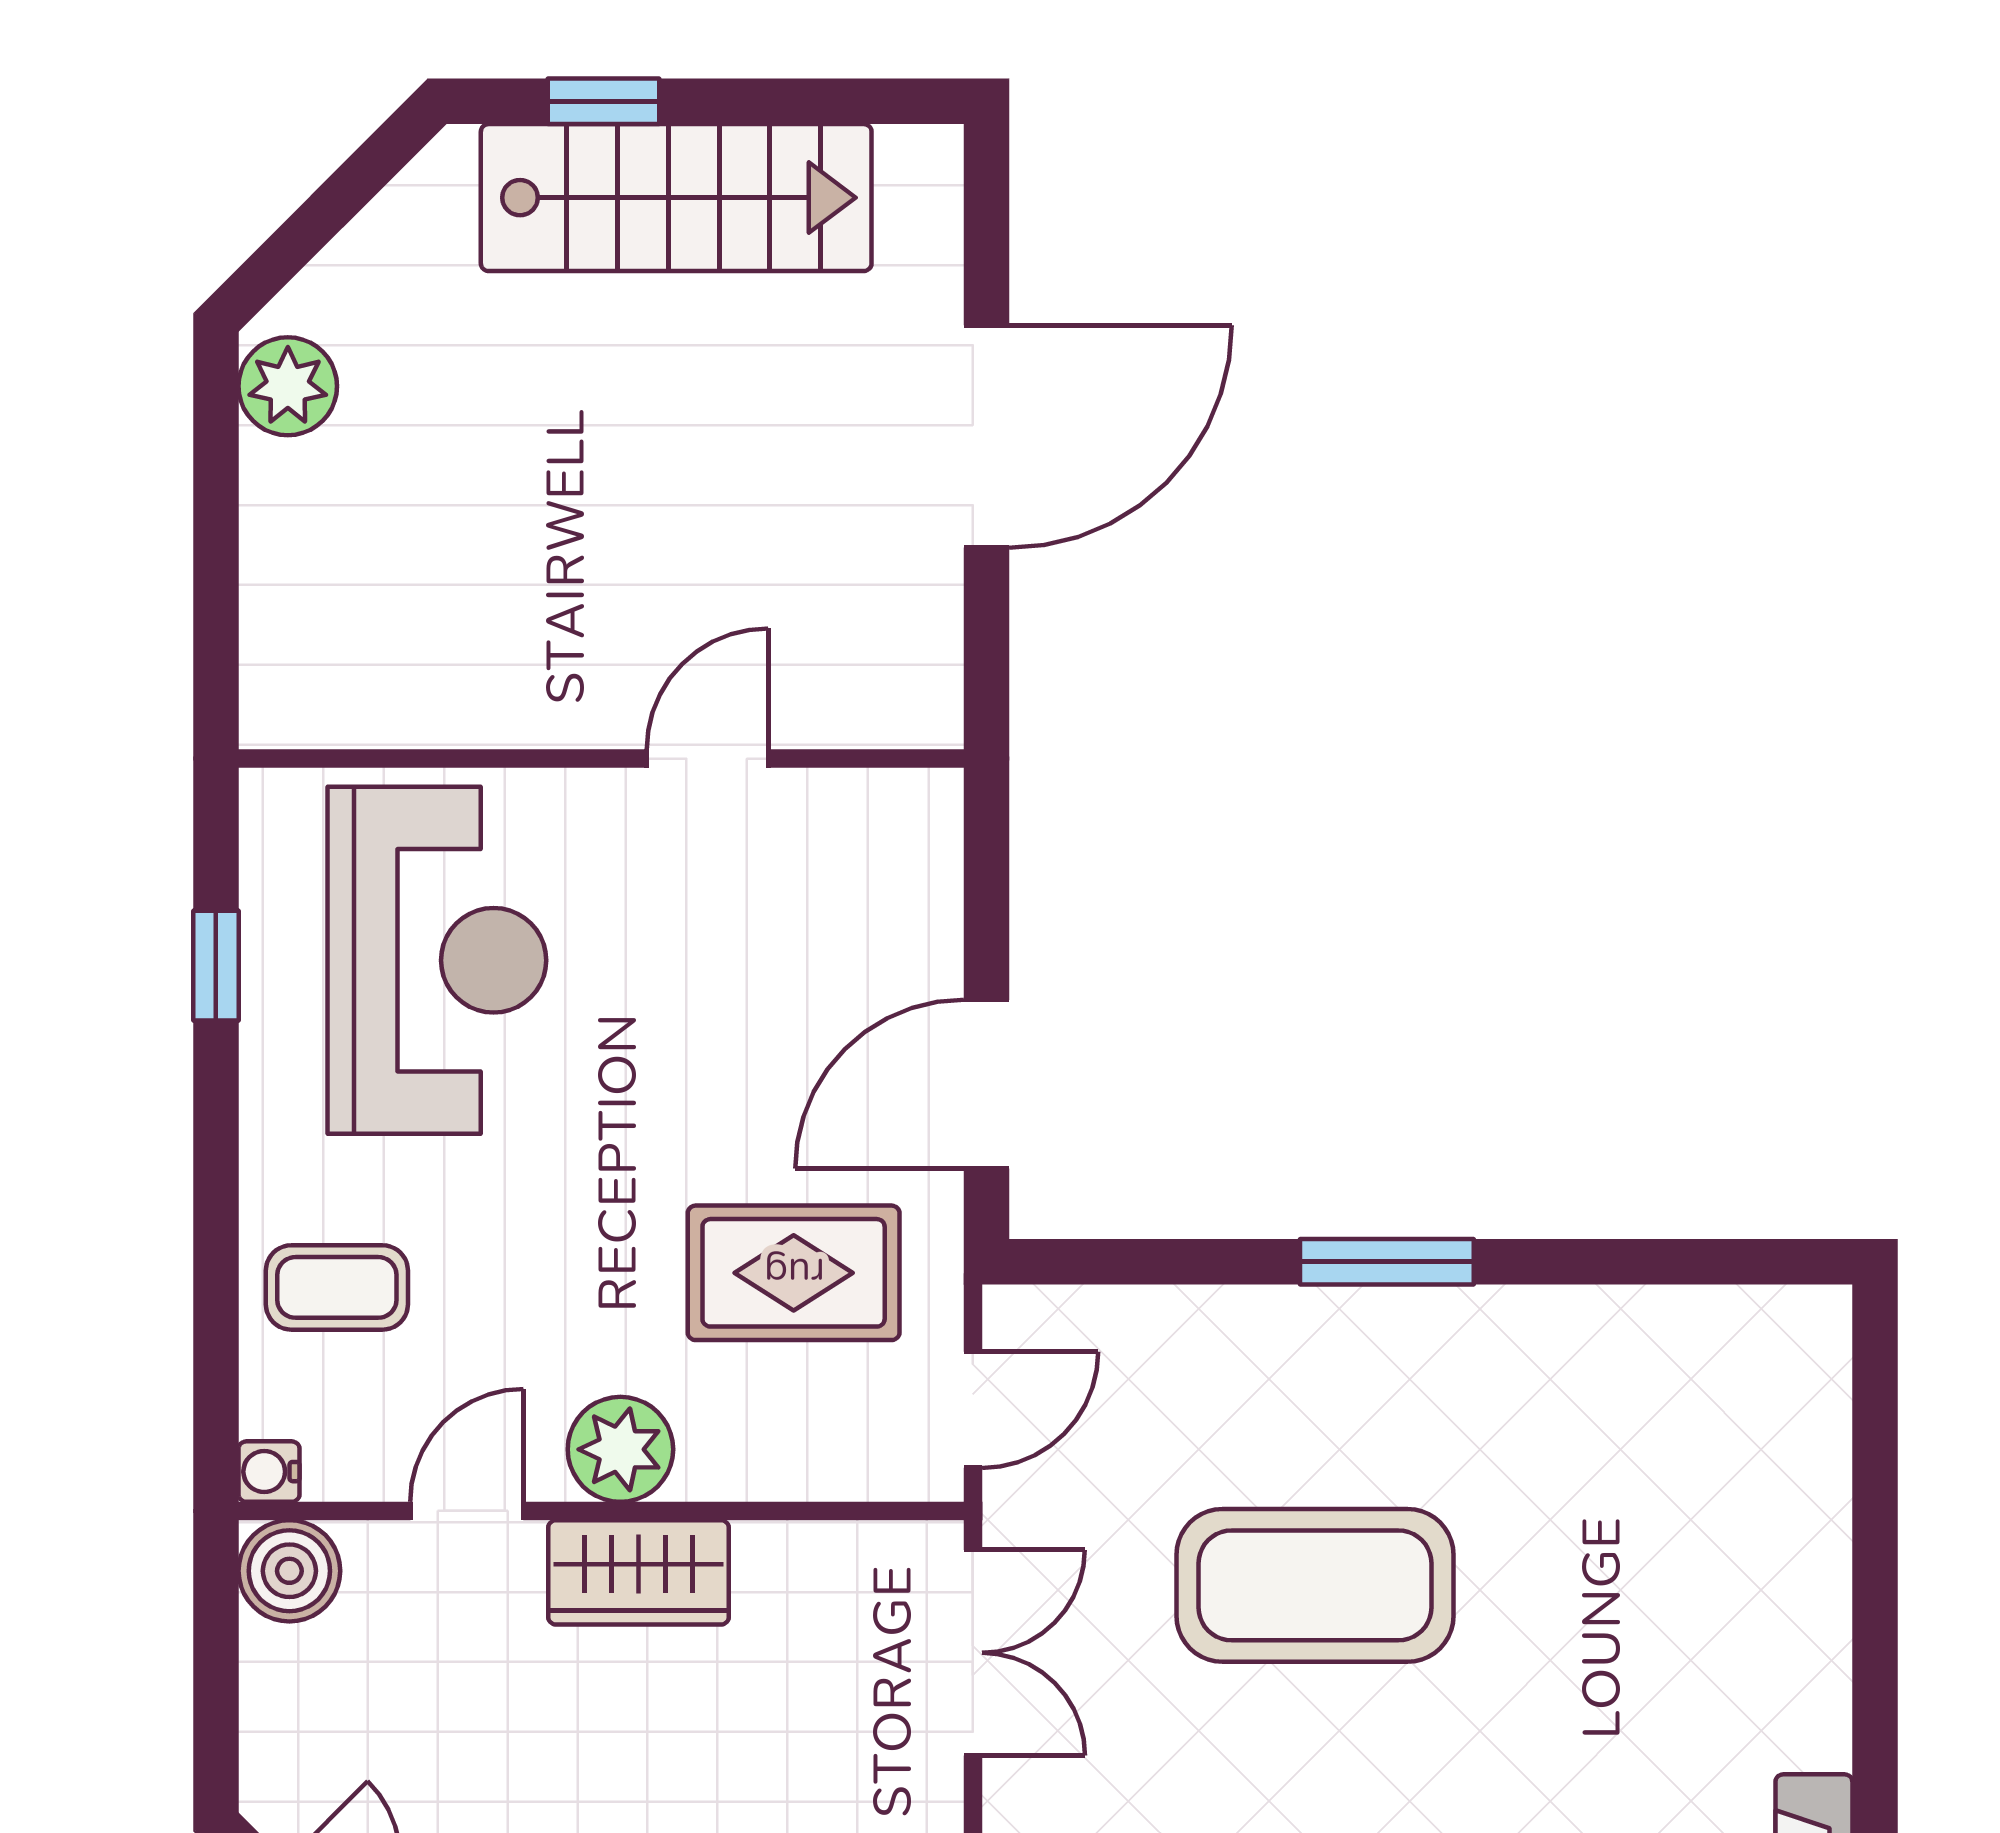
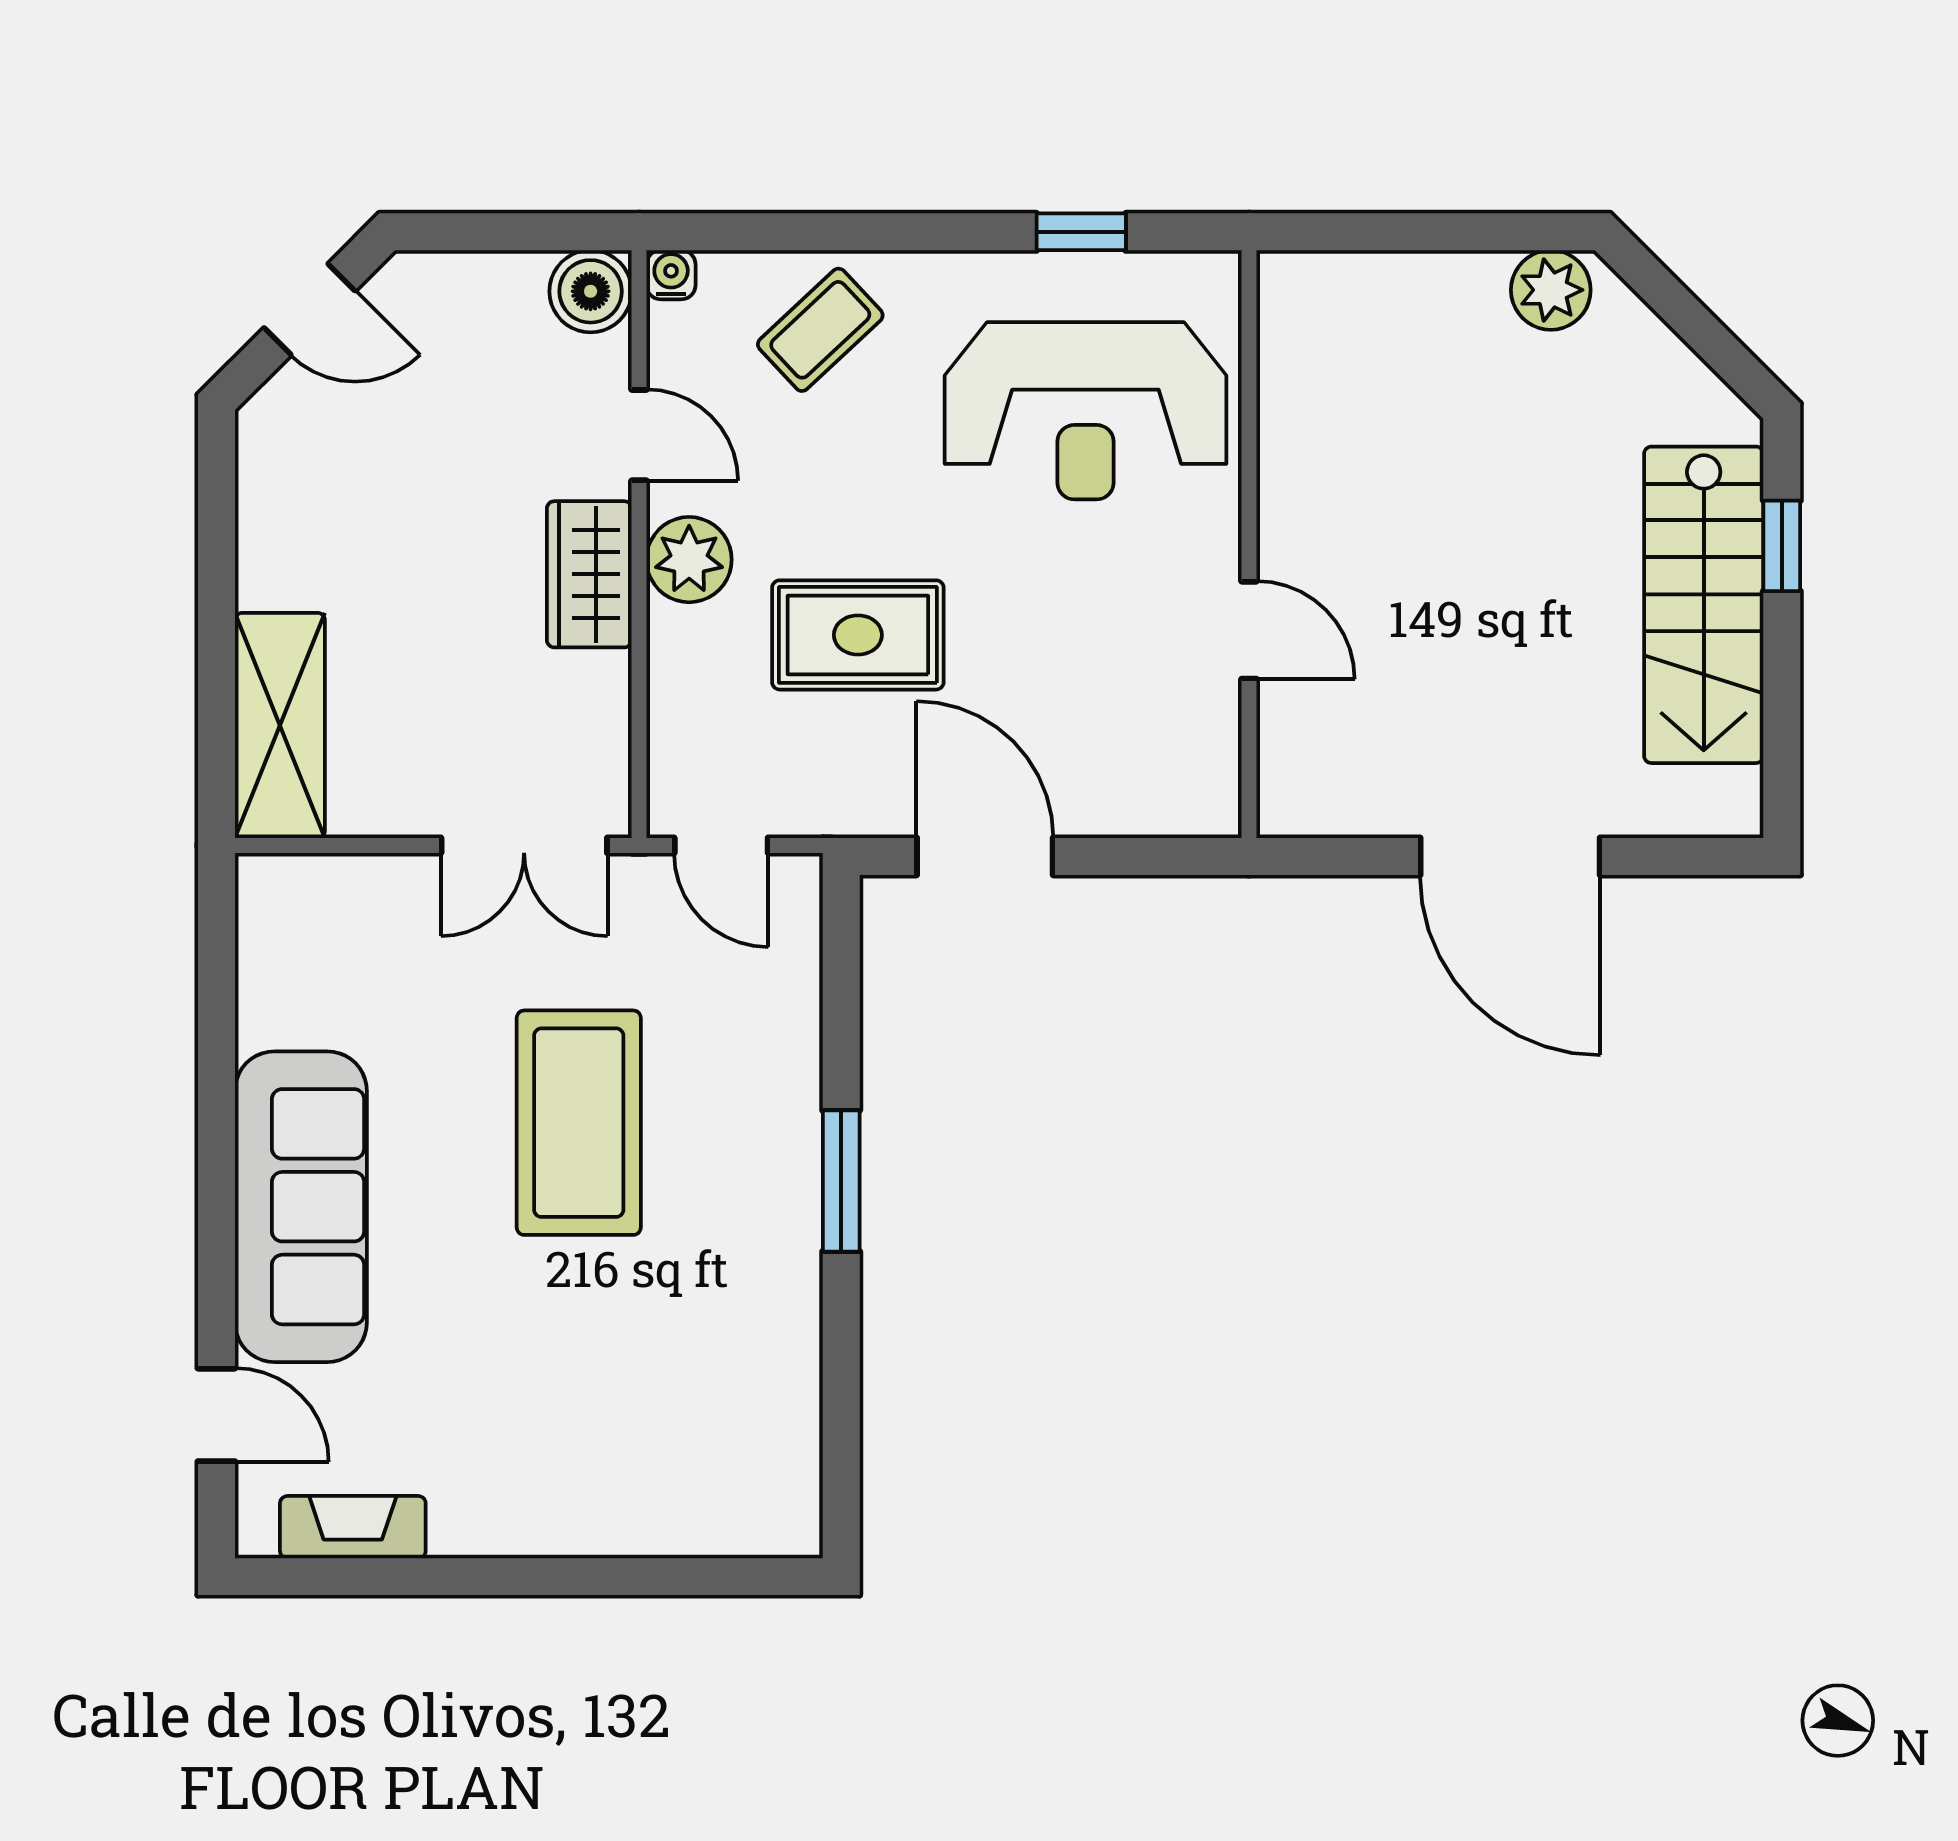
rug: (794, 1273) -> (858, 635), moved, turned 90
coffee table: (337, 1287) -> (820, 330), turned 47

